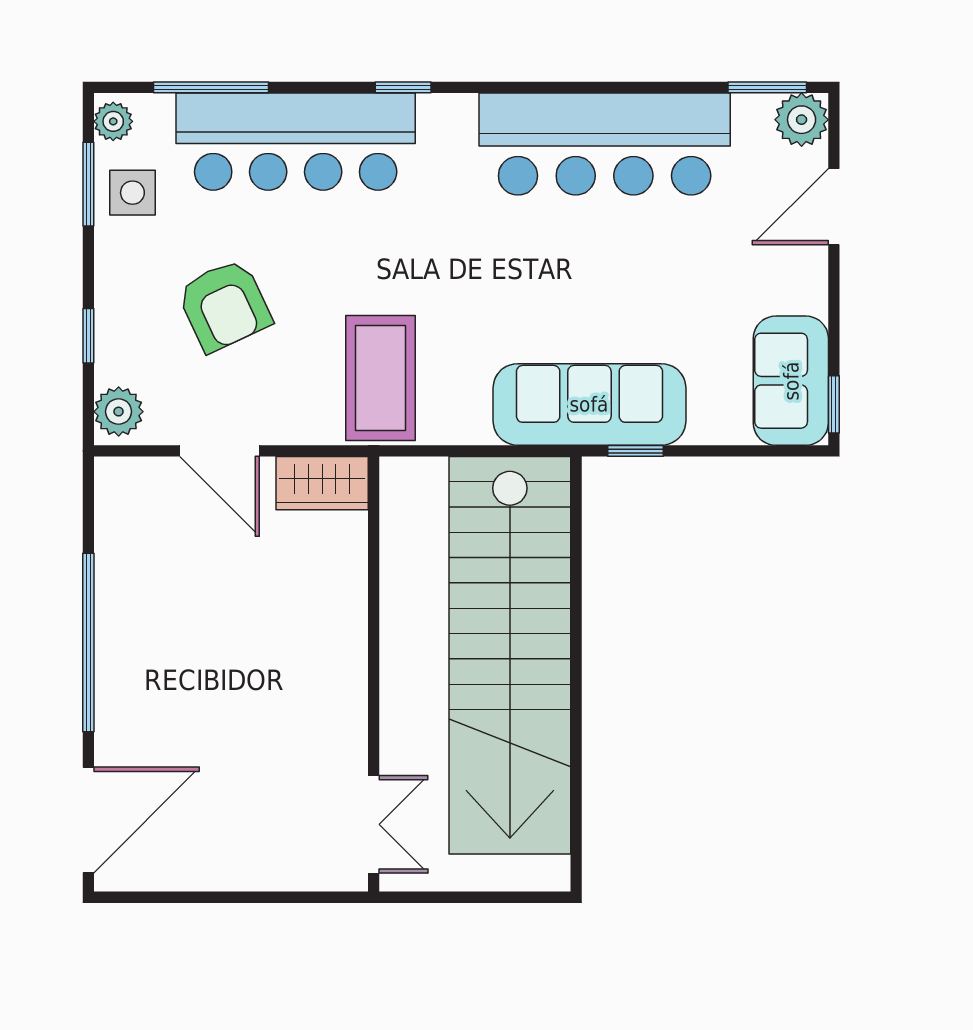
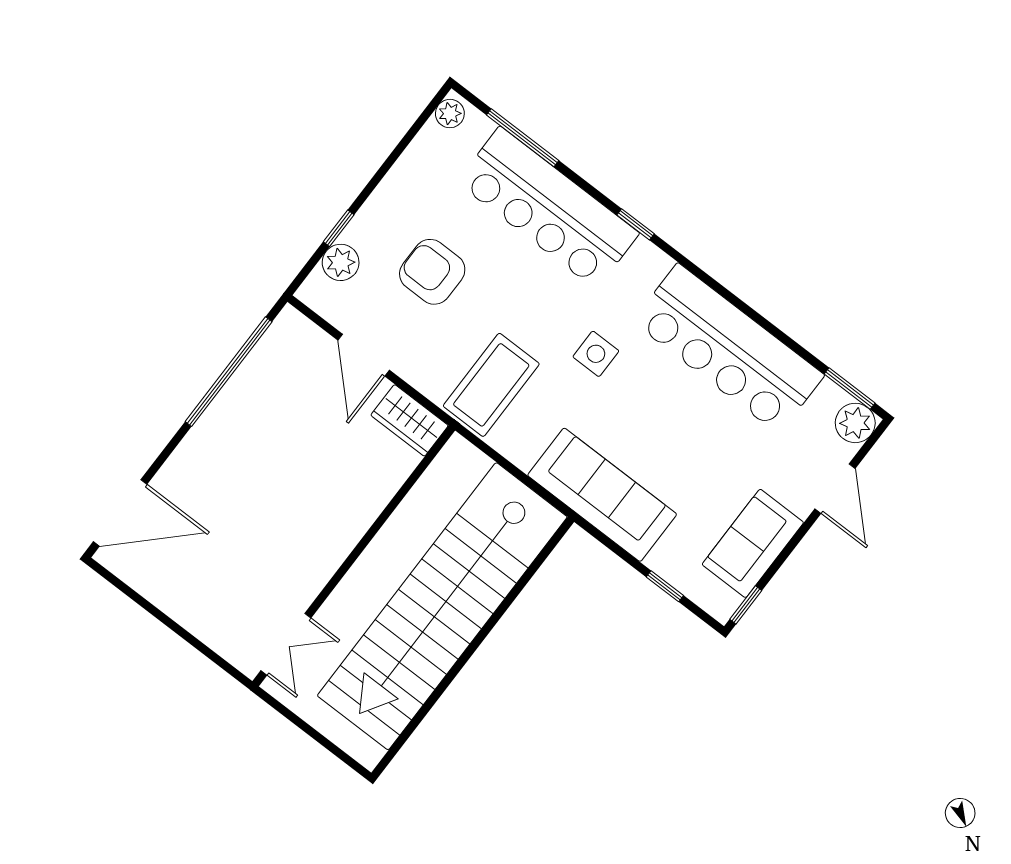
window: (88, 184) -> (407, 139), removed
side table: (132, 193) -> (596, 354), moved
door: (834, 207) -> (835, 489), swing flipped
armchair: (224, 305) -> (432, 272), turned 115
sofa: (791, 381) -> (753, 543), moved
plant: (119, 412) -> (341, 262), moved
window: (635, 451) -> (665, 586), moved
window: (88, 643) -> (229, 372), moved

